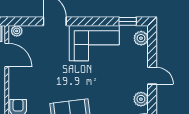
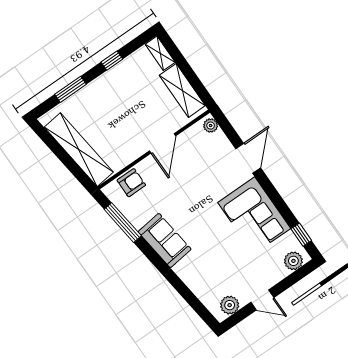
door: (7, 55) -> (163, 143), moved
door: (152, 76) -> (262, 300), hinge flipped

